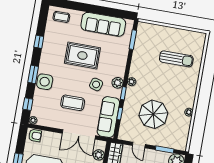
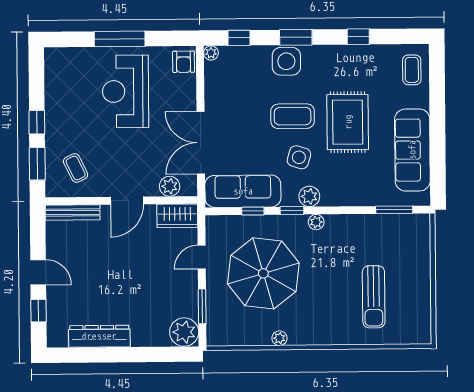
coffee table: (73, 103) -> (293, 116), moved, turned 90
parasol: (153, 114) -> (263, 273), width x1.36, depth x1.36

